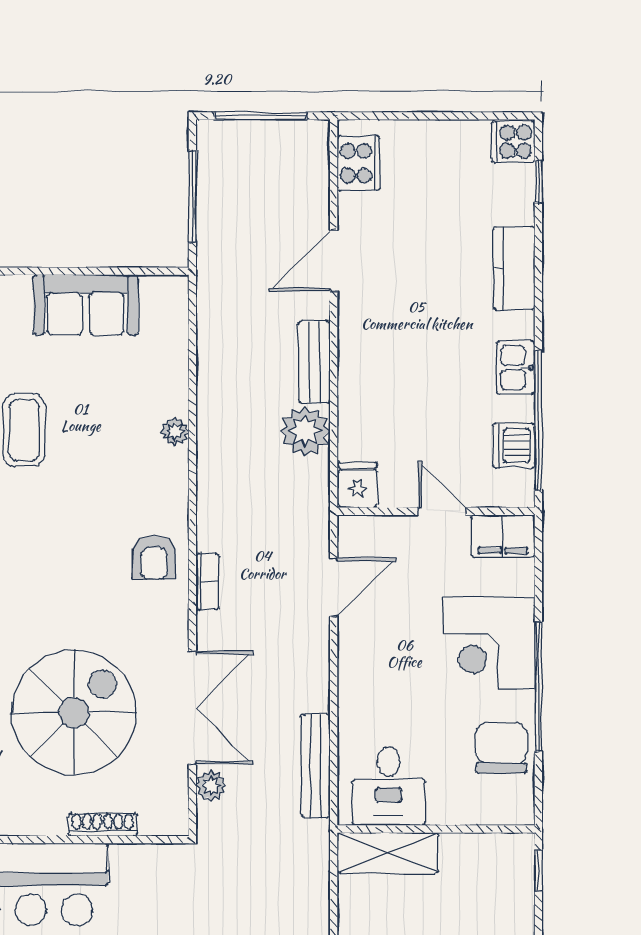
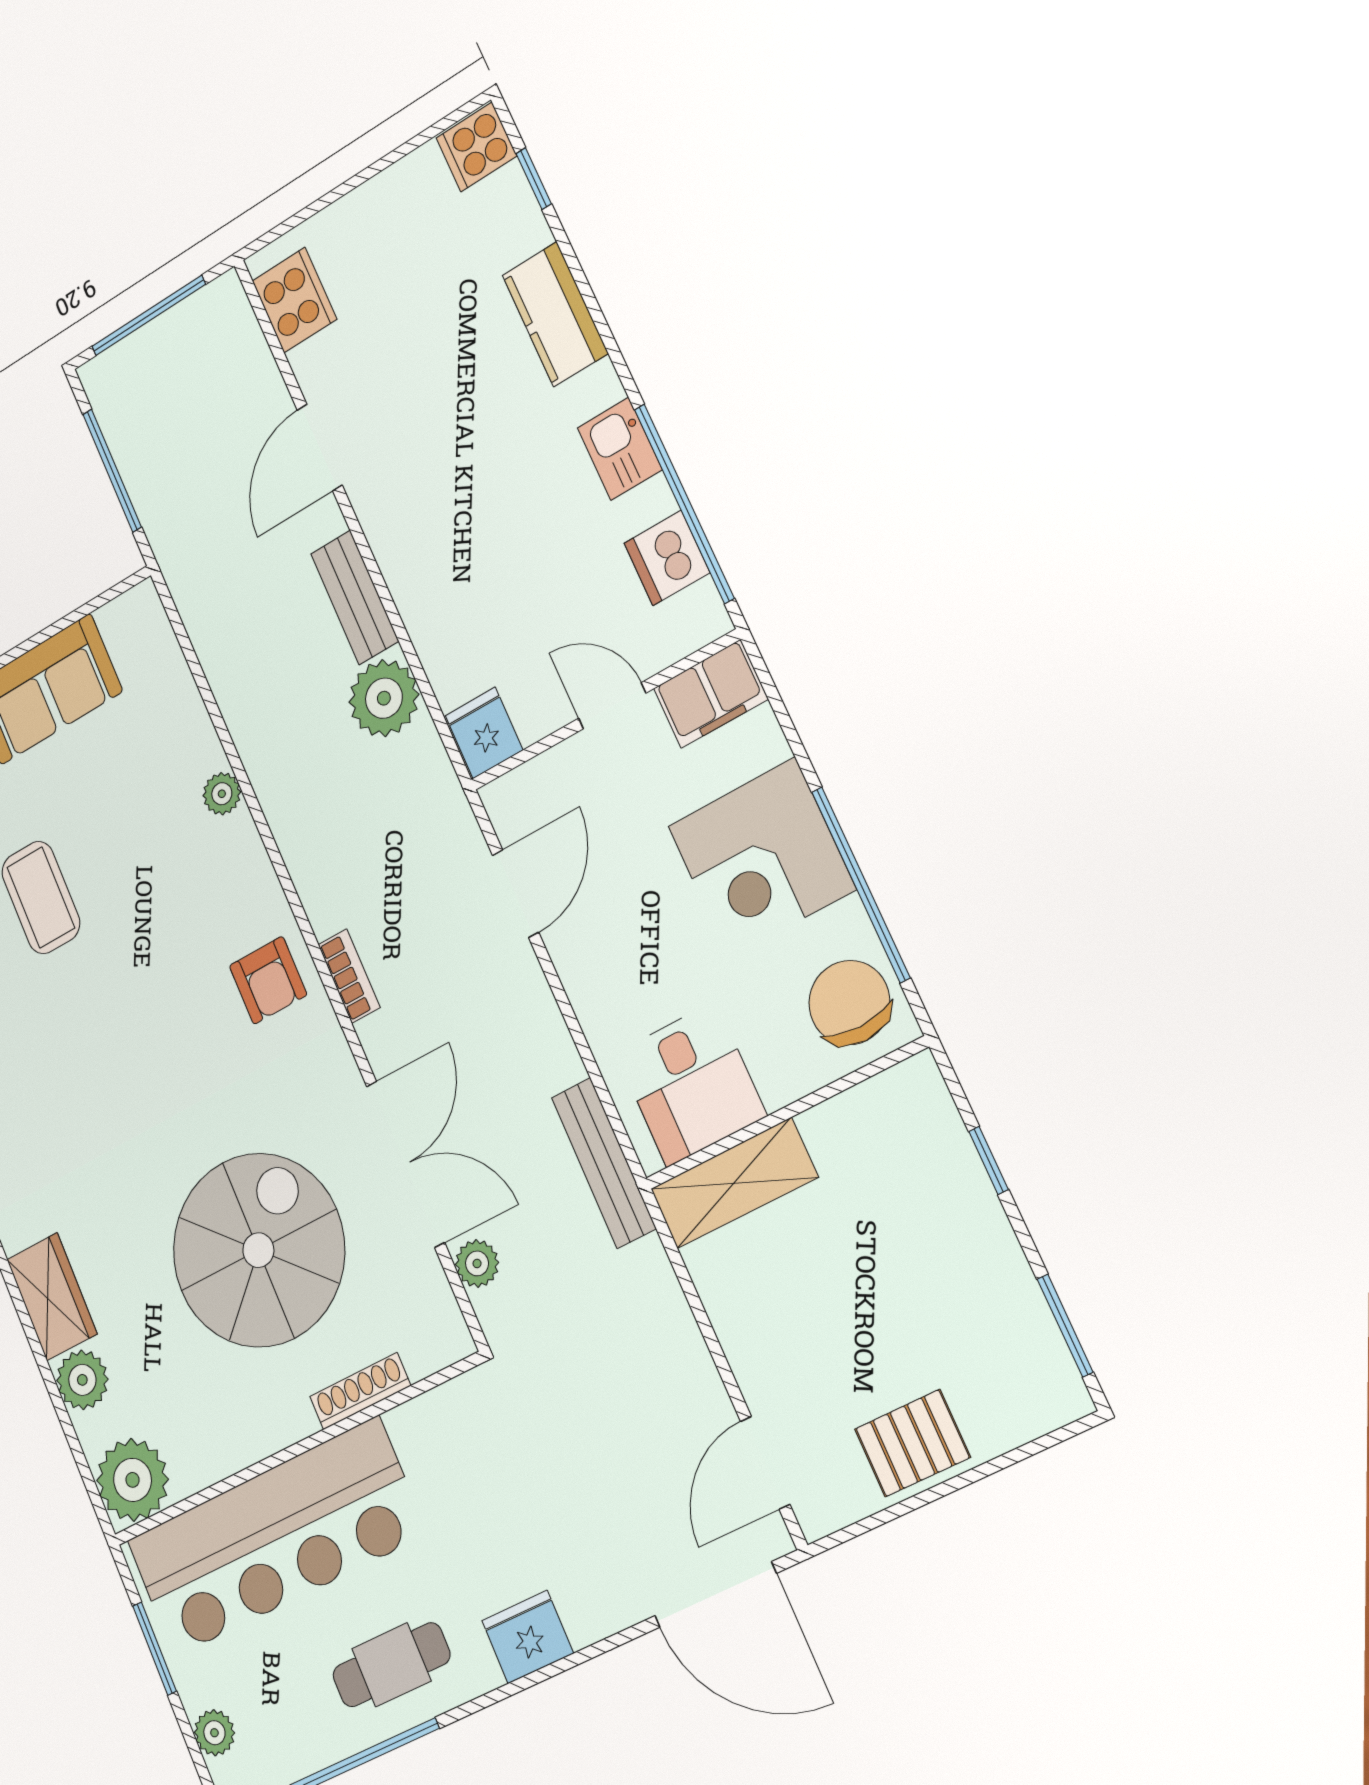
desk: (389, 786) -> (691, 1084), moved
wall: (436, 829) -> (786, 1113), moved
shelving: (388, 853) -> (734, 1183), moved

